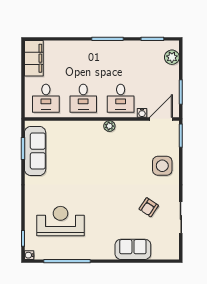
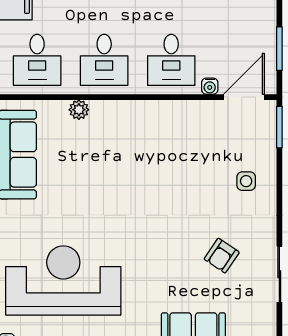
plant: (109, 126) -> (79, 110), moved
side table: (162, 166) -> (246, 181), width x0.54, depth x0.54
reception desk: (61, 221) -> (63, 280), width x1.36, depth x1.30

